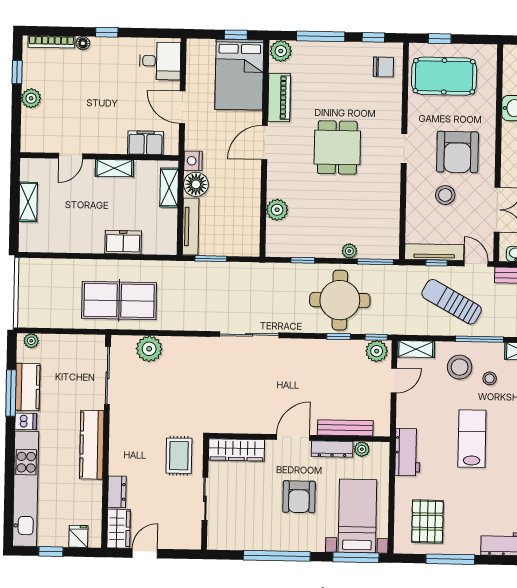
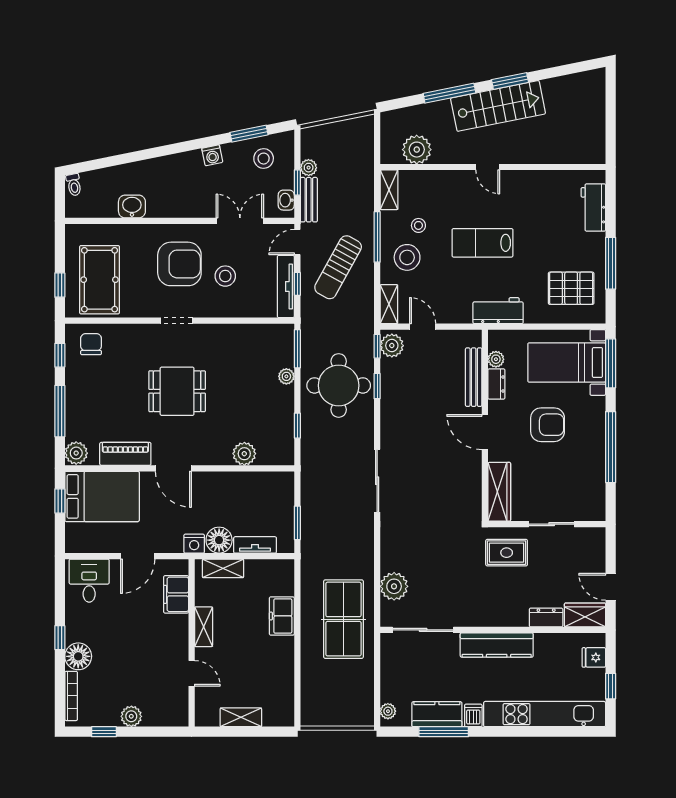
floor lamp: (83, 43) -> (78, 656), width x1.89, depth x1.89
tv unit: (191, 227) -> (255, 545), width x0.71
dresser: (332, 449) -> (496, 384), width x0.70

